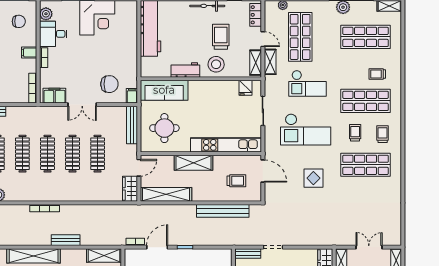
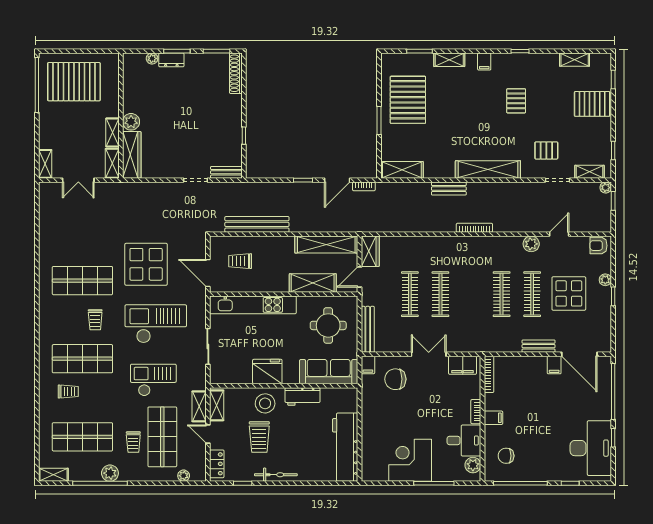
fridge: (246, 88) -> (267, 372), moved, width x1.88, depth x1.34
trolley: (383, 134) -> (133, 442), moved
clothes rail: (47, 154) -> (471, 294), removed
shelving: (194, 163) -> (313, 283), moved
display table: (313, 178) -> (146, 264), width x1.86, depth x1.86

